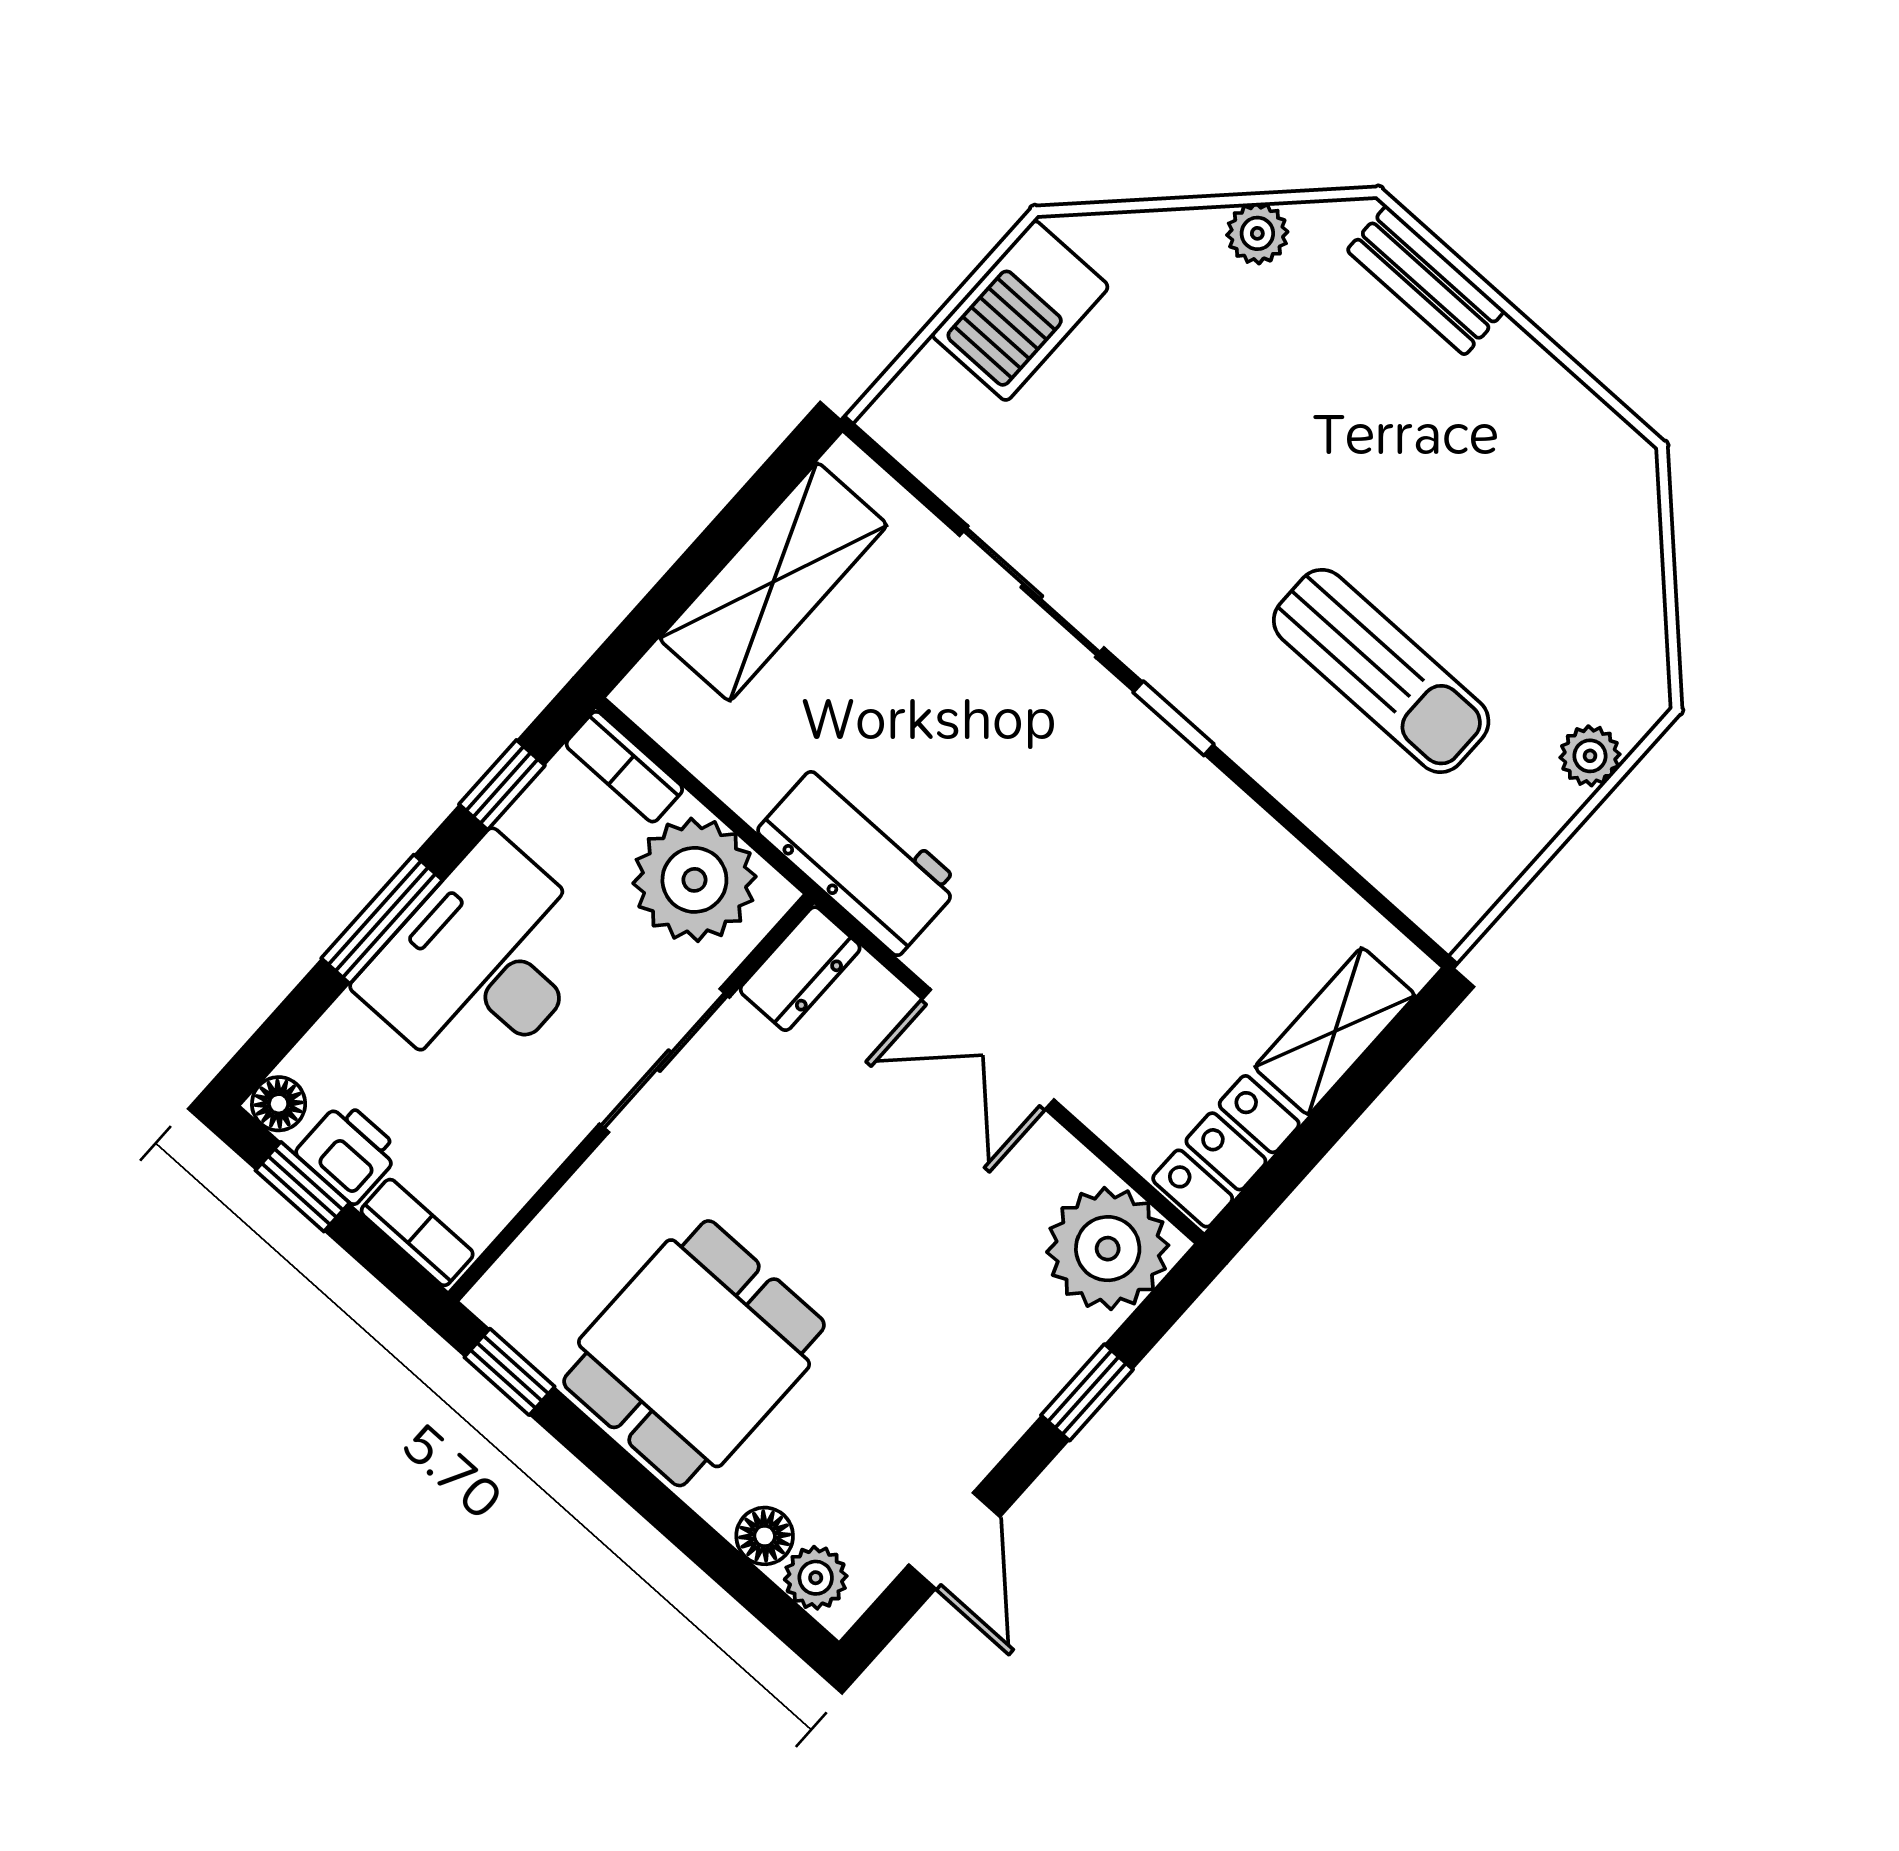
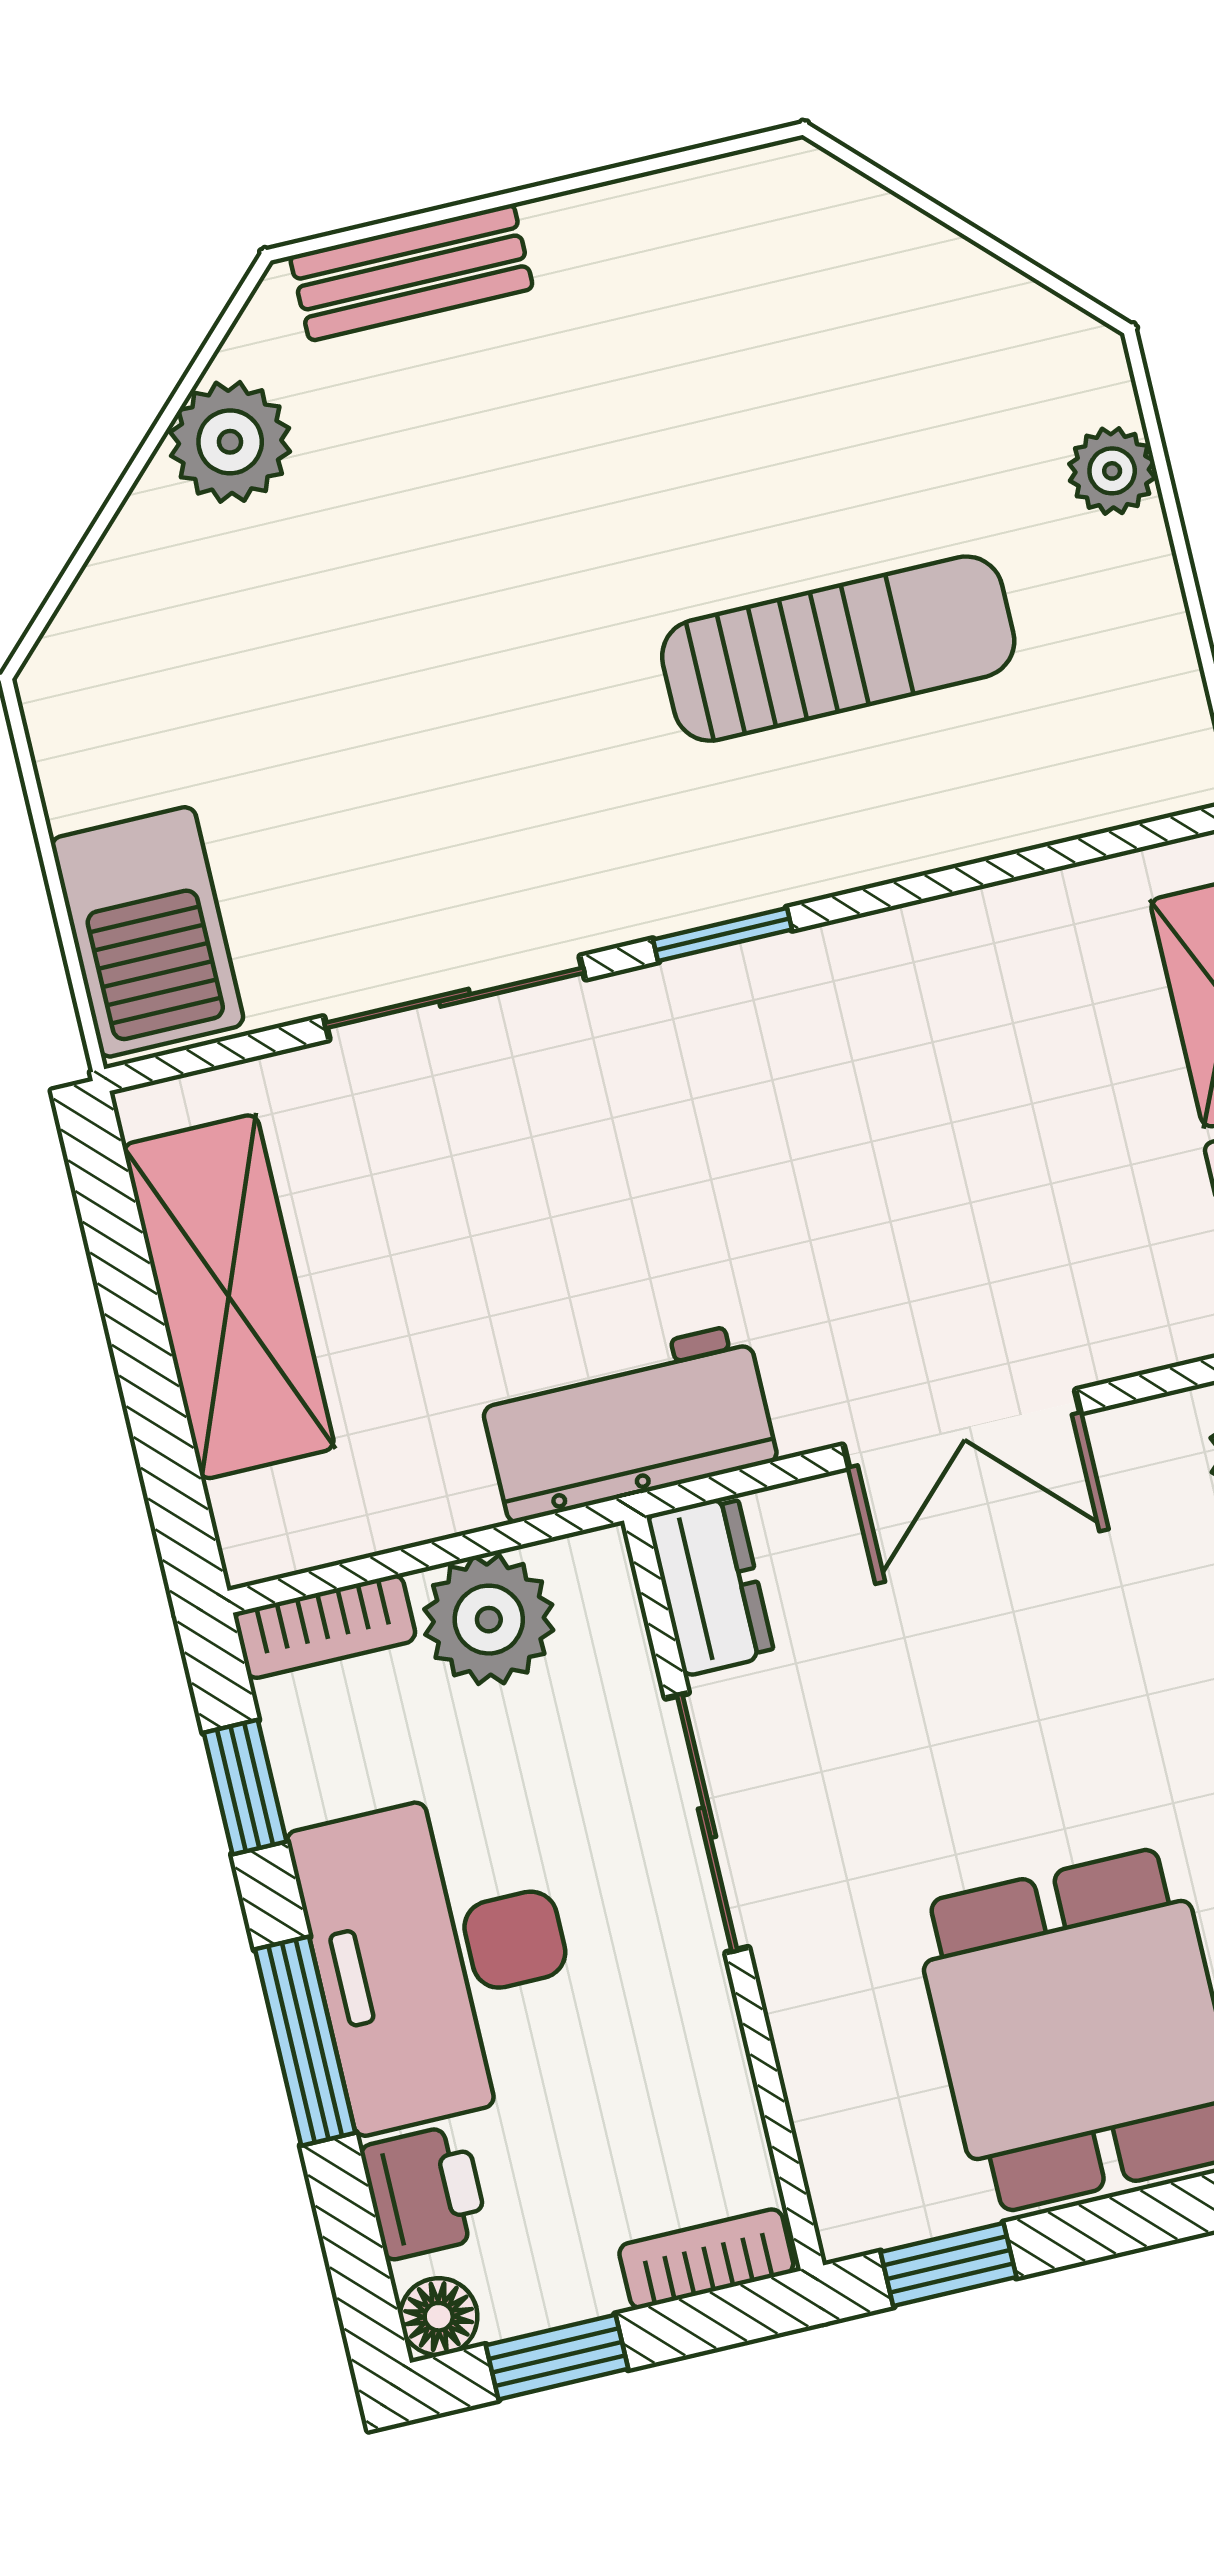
plant: (1257, 233) -> (230, 442), width x1.38, depth x1.38
barbecue: (1020, 311) -> (147, 932), moved
plant: (694, 880) -> (489, 1620), width x0.73, depth x0.73
printer: (348, 1152) -> (425, 2192), moved, turned 90

